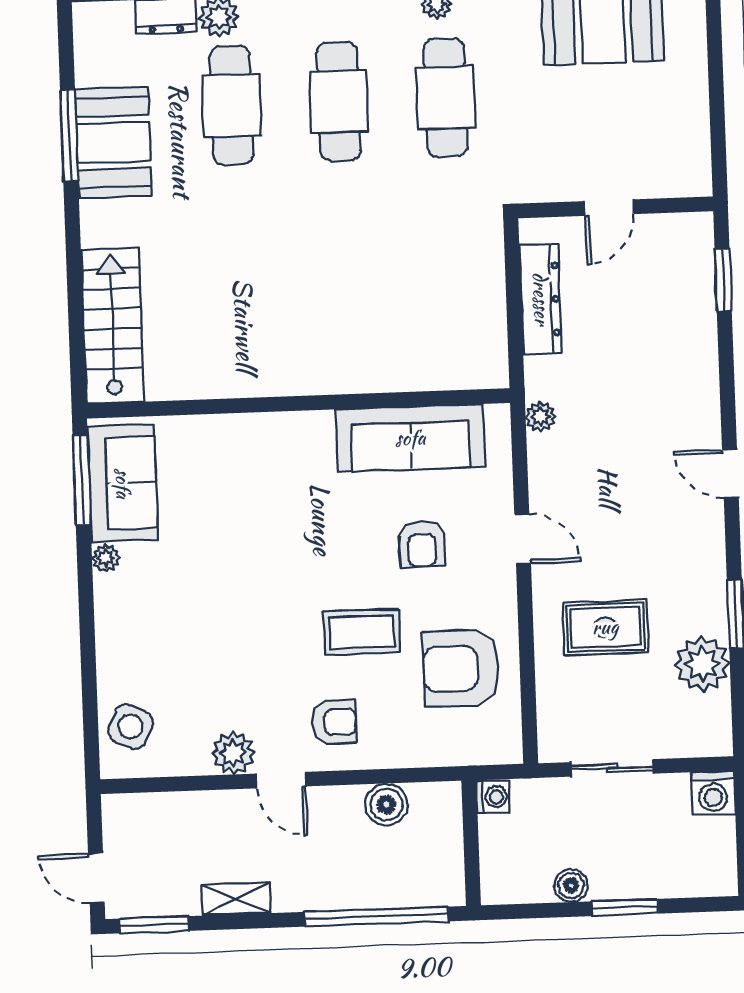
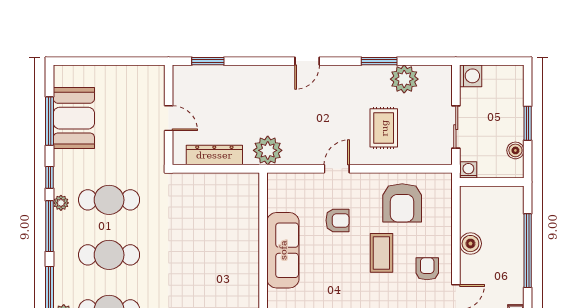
plant: (541, 417) -> (268, 150), width x1.87, depth x1.87
sofa: (410, 438) -> (283, 250), moved
washing machine: (493, 797) -> (468, 170), moved
wall: (471, 843) -> (492, 182), moved

